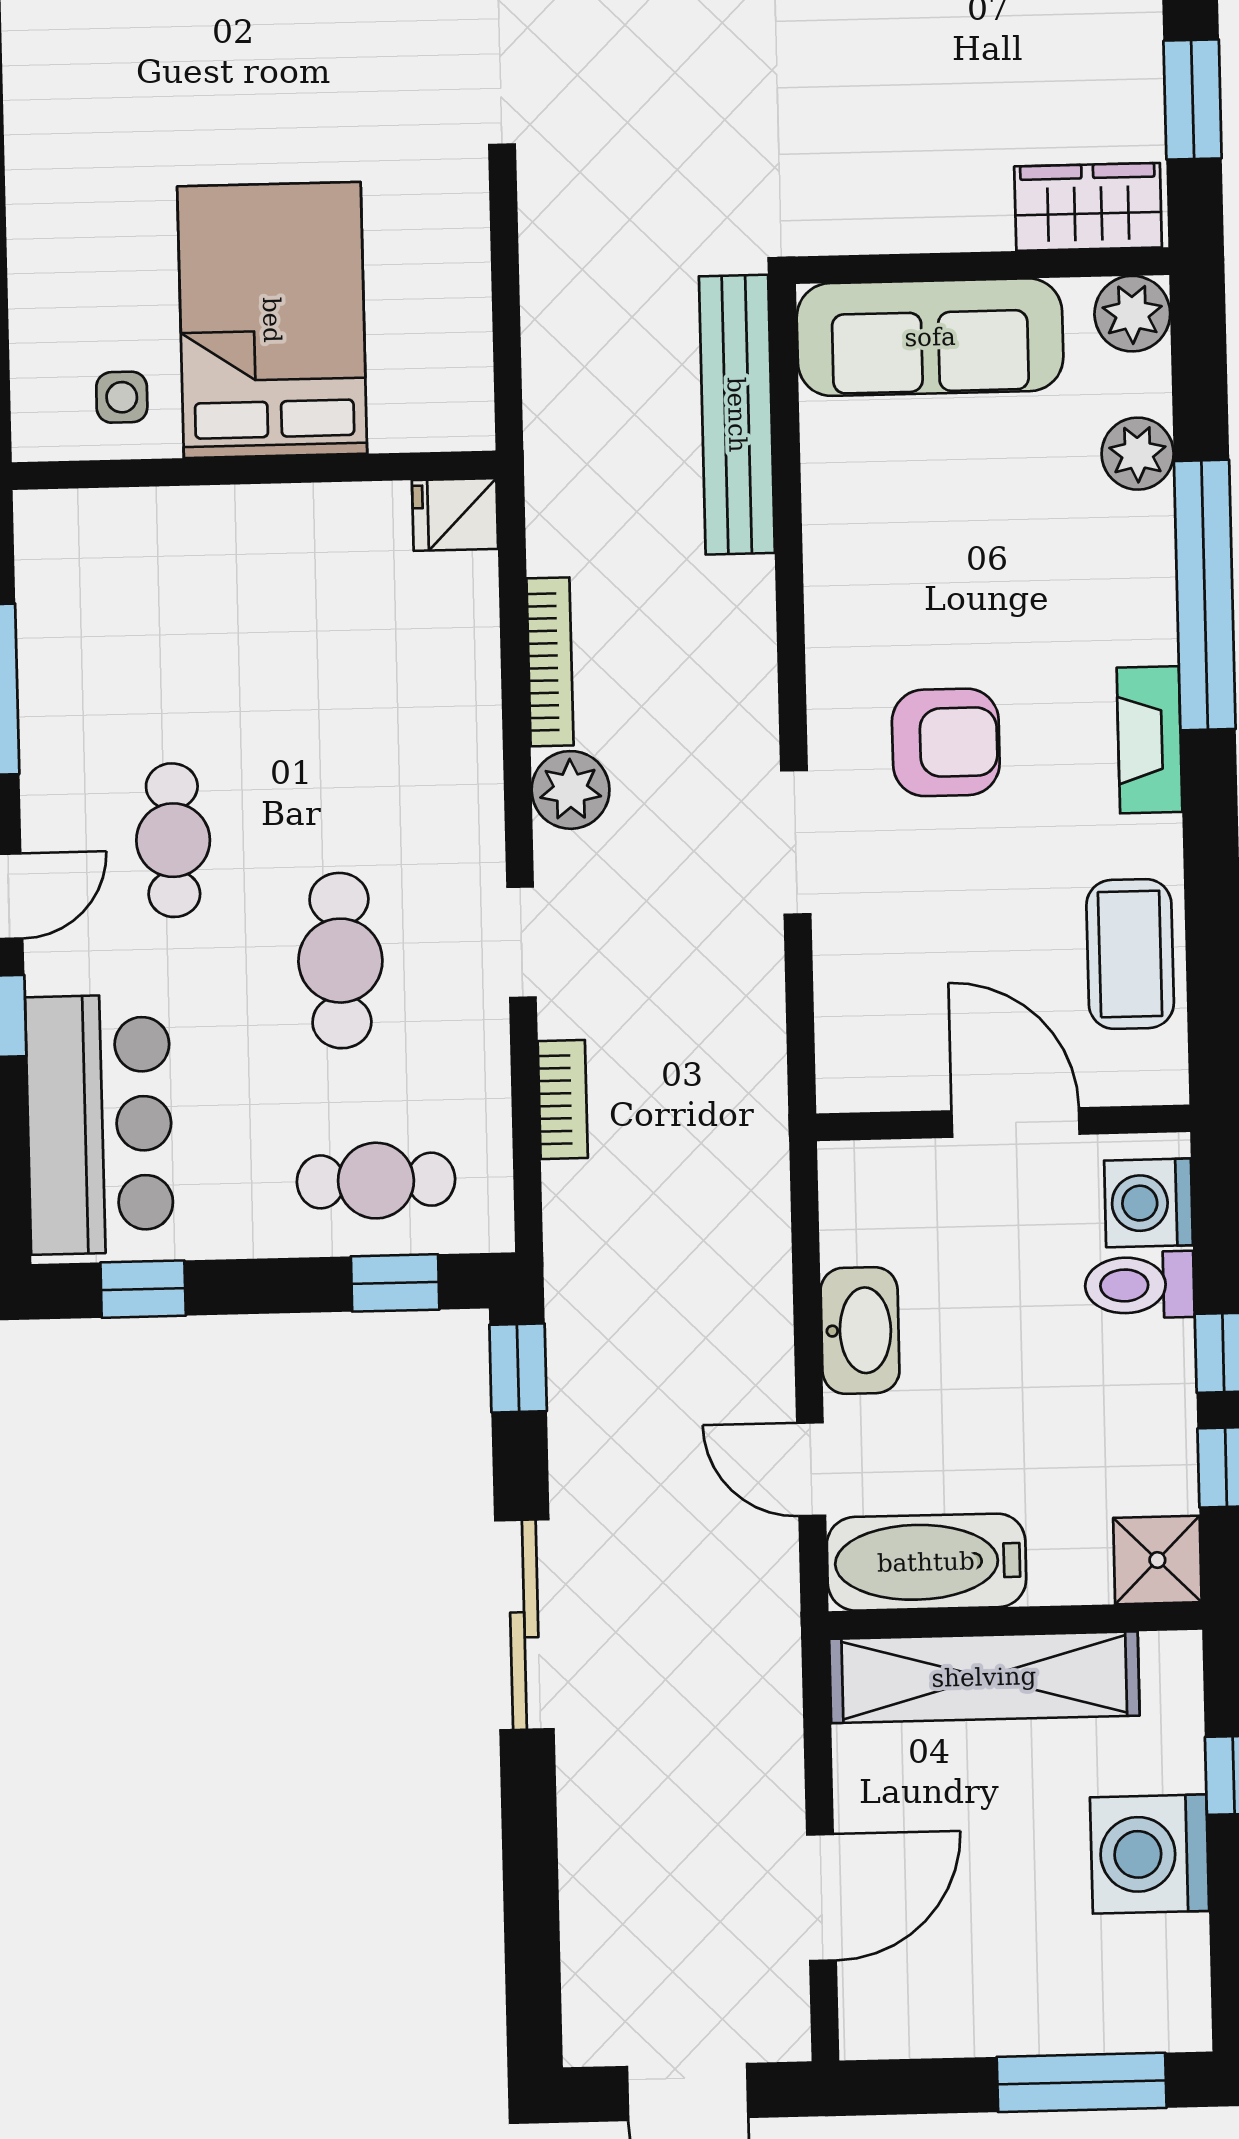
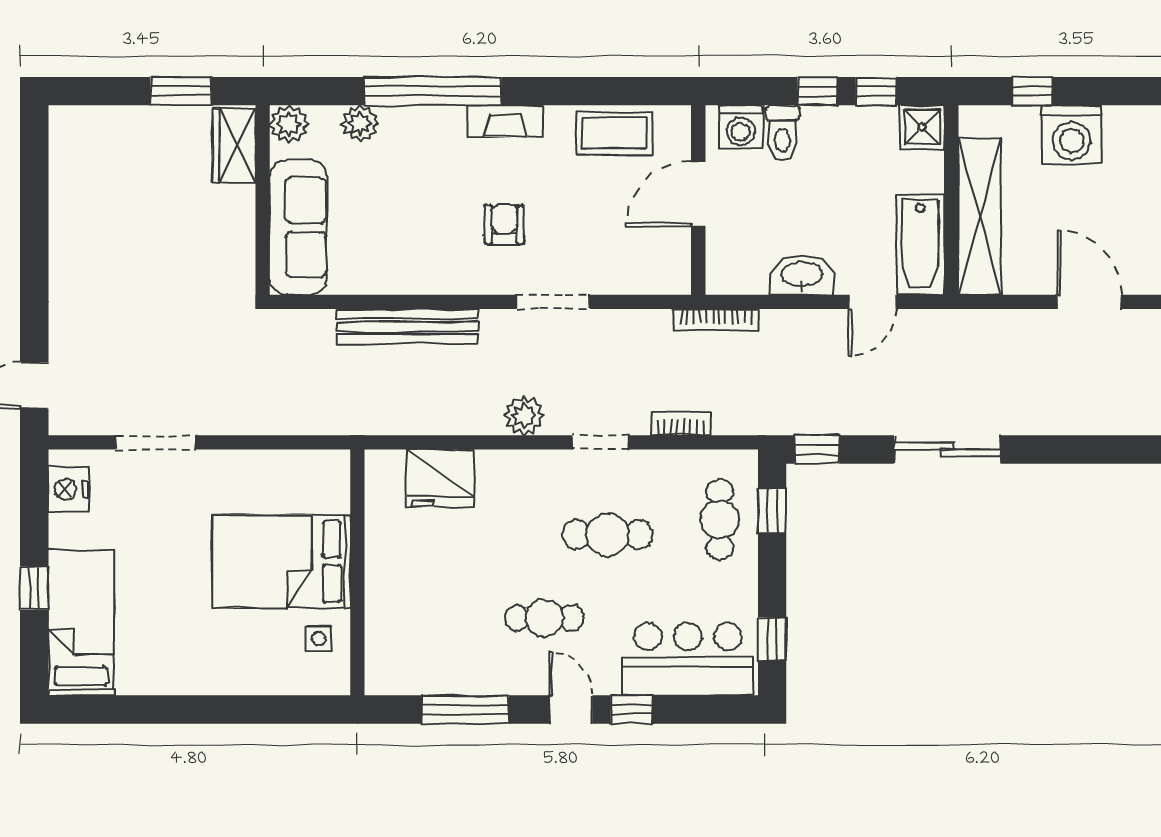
bench: (737, 415) -> (407, 327), moved
fridge: (455, 515) -> (440, 478), moved, width x1.88, depth x1.34
bookcase: (550, 662) -> (716, 320), moved, turned 180
armchair: (946, 742) -> (504, 224), width x0.72, depth x0.72

